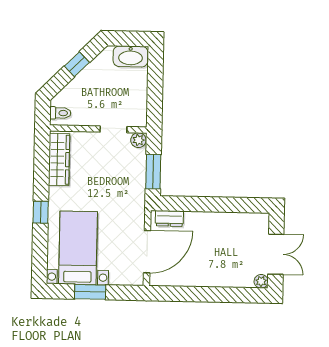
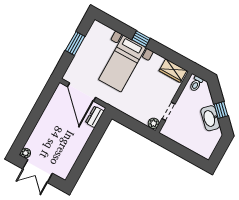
washbasin: (131, 56) -> (210, 118), moved, turned -45
wardrobe: (59, 160) -> (173, 71), width x0.67
window: (153, 172) -> (129, 122), removed
bed with nightstands: (78, 248) -> (122, 64), moved, turned 90

